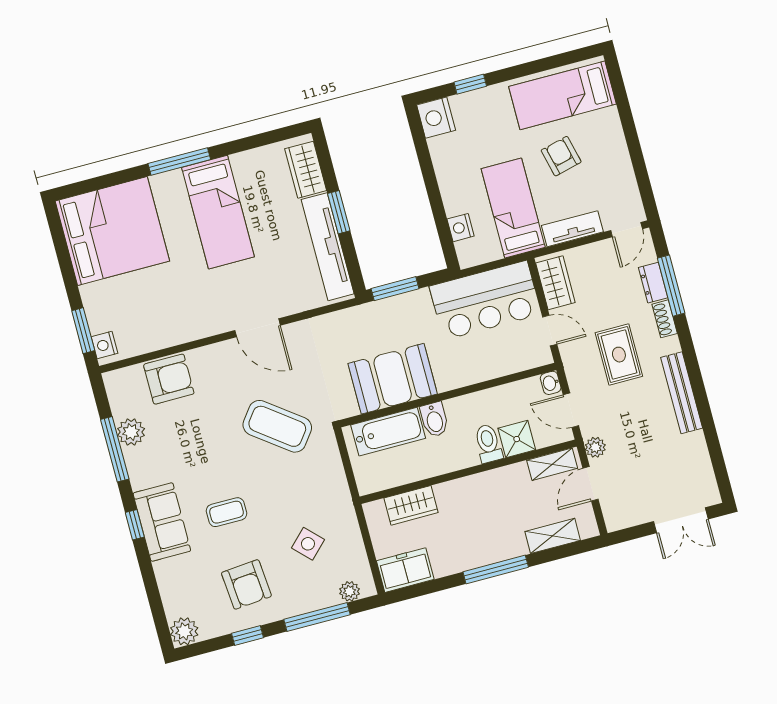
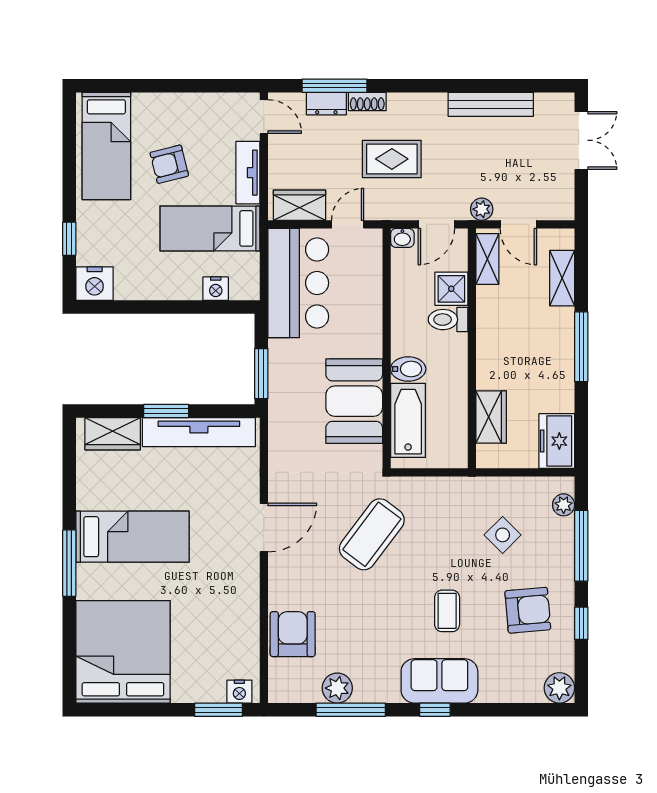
bench: (682, 393) -> (491, 104), moved

